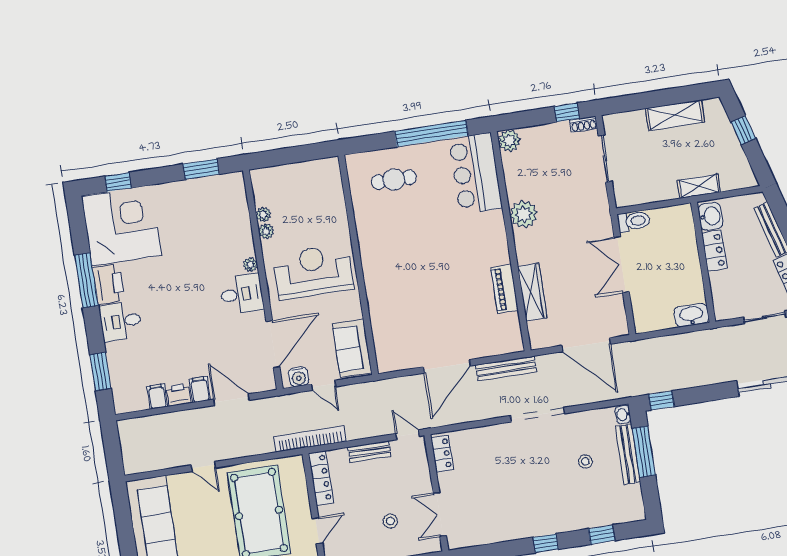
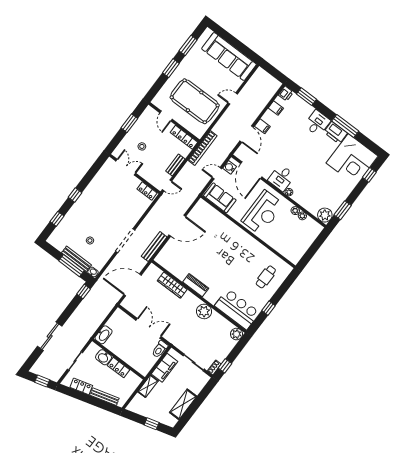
window: (431, 134) -> (269, 308), width x0.32
plant: (232, 186) -> (325, 215), added
filing cabinet: (652, 190) -> (165, 368), added
washbasin: (710, 216) -> (104, 357), moved
piano: (505, 289) -> (196, 285), moved
door: (447, 366) -> (177, 226), swing flipped
printer: (179, 395) -> (286, 94), moved
door: (232, 400) -> (247, 134), hinge flipped

